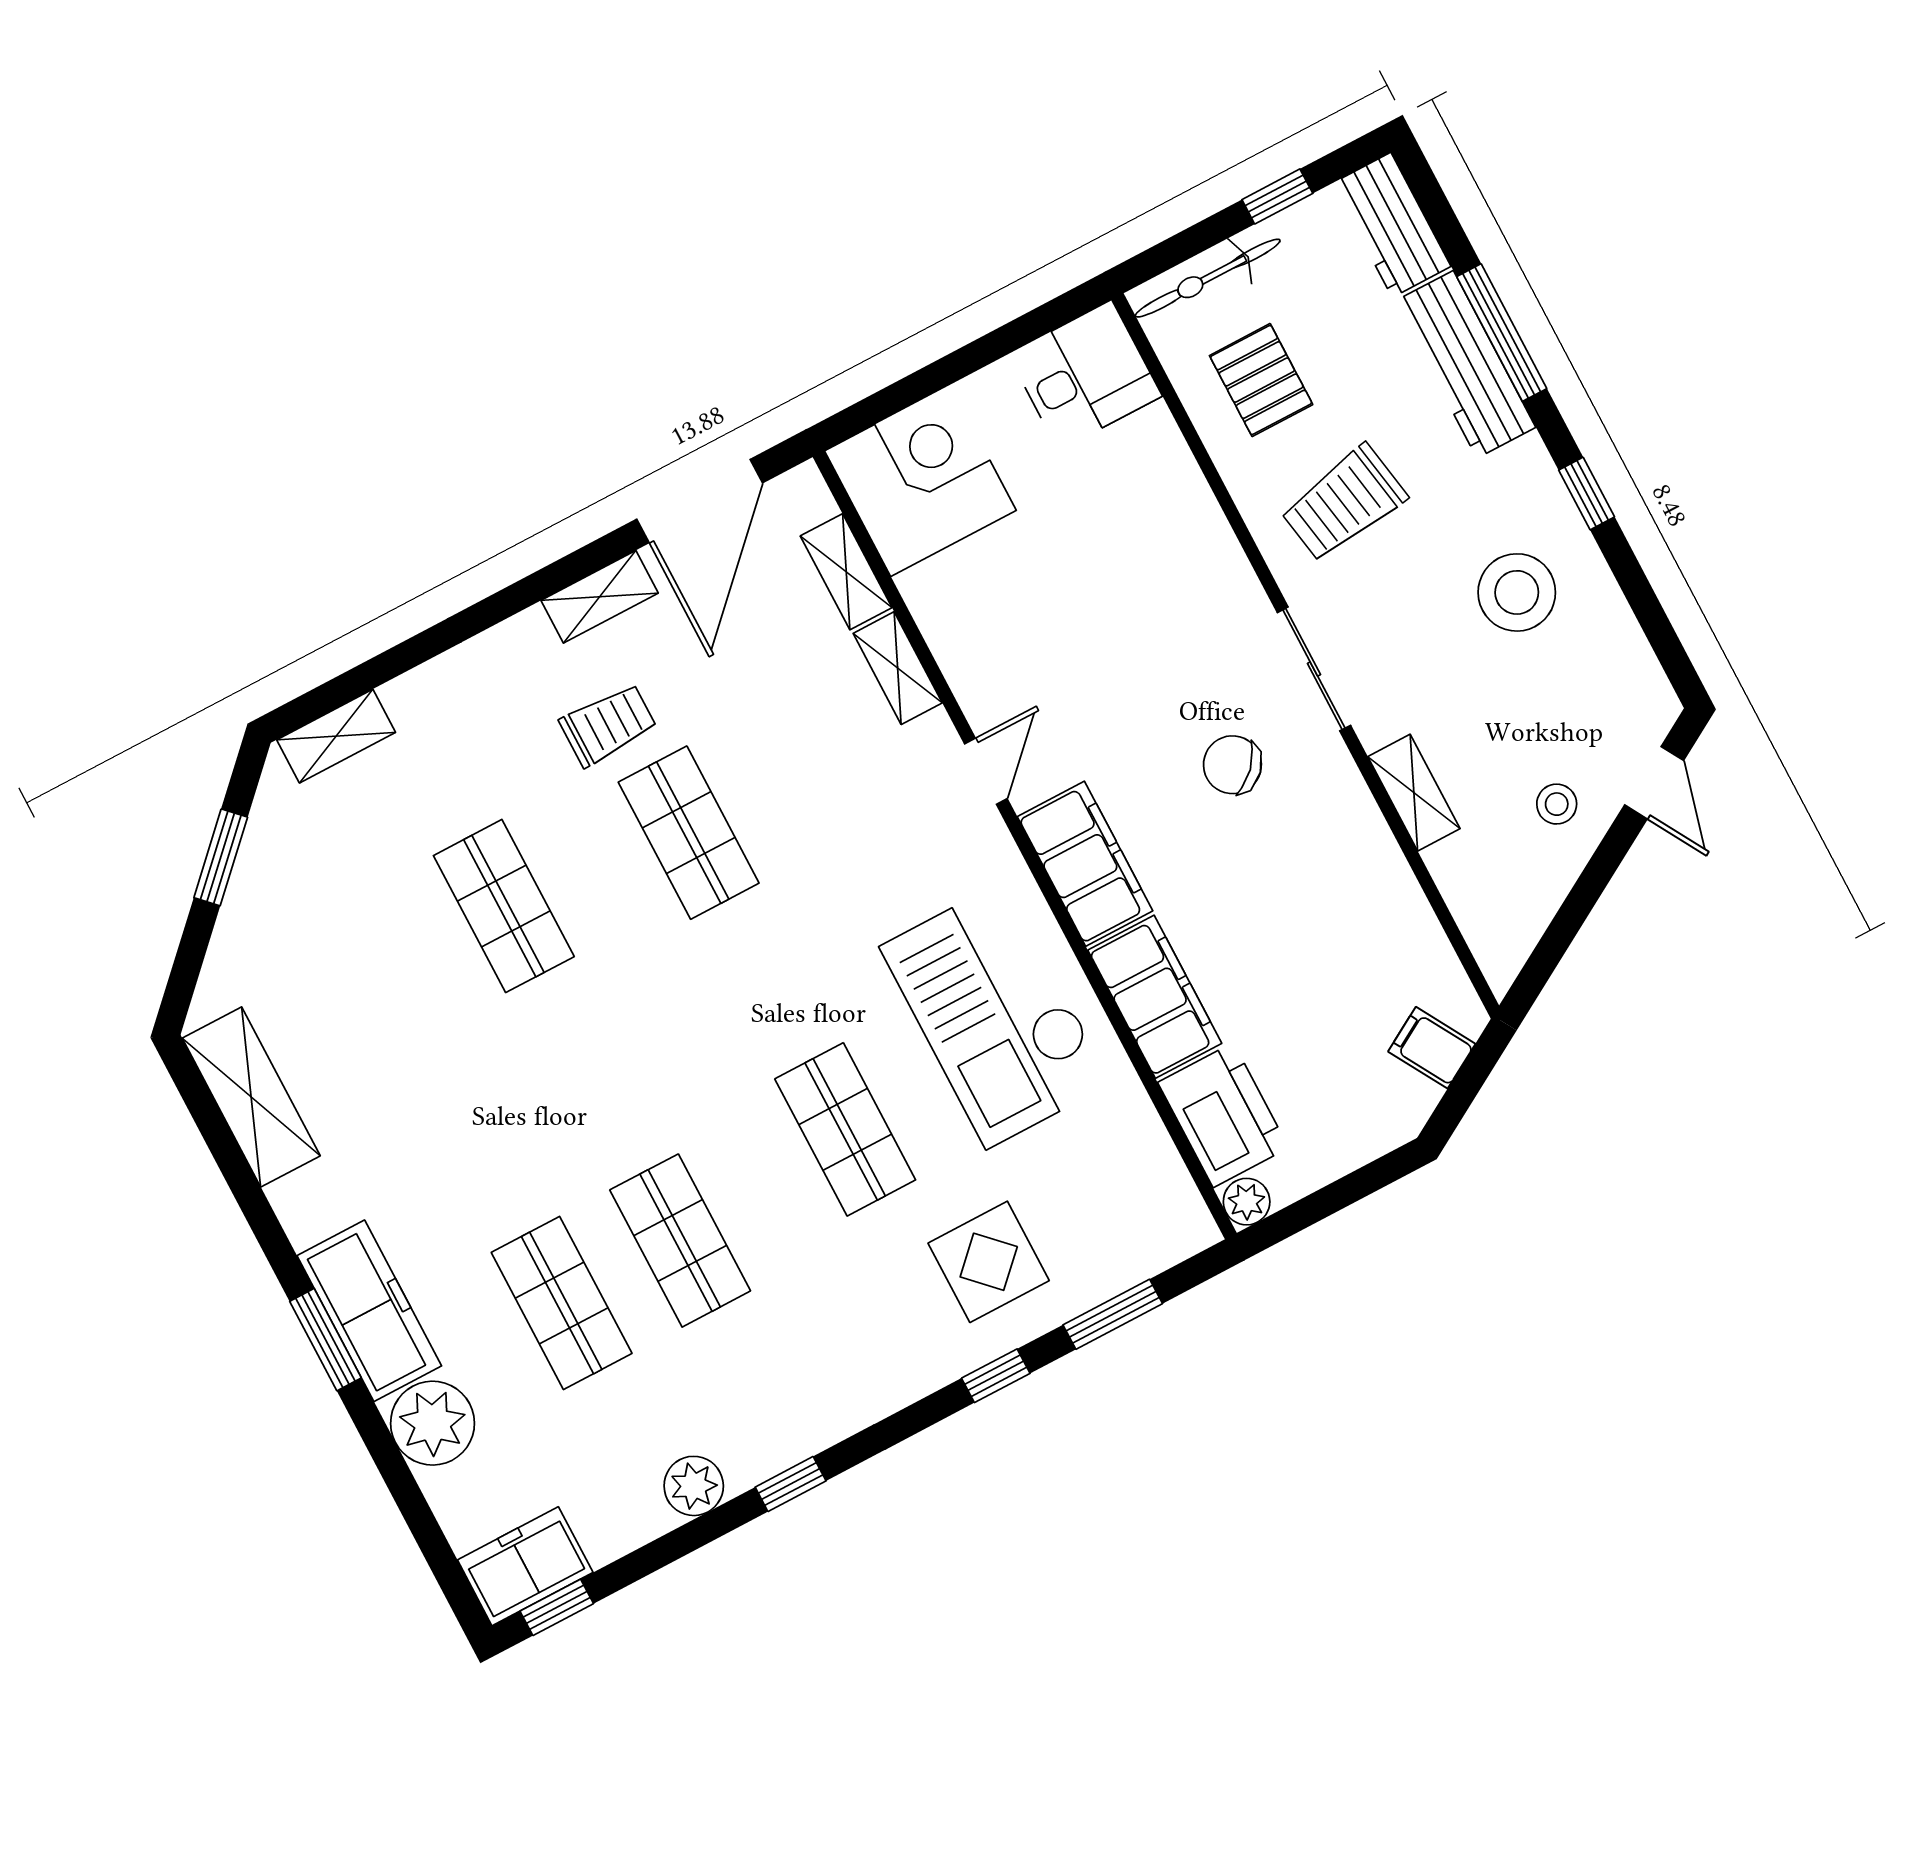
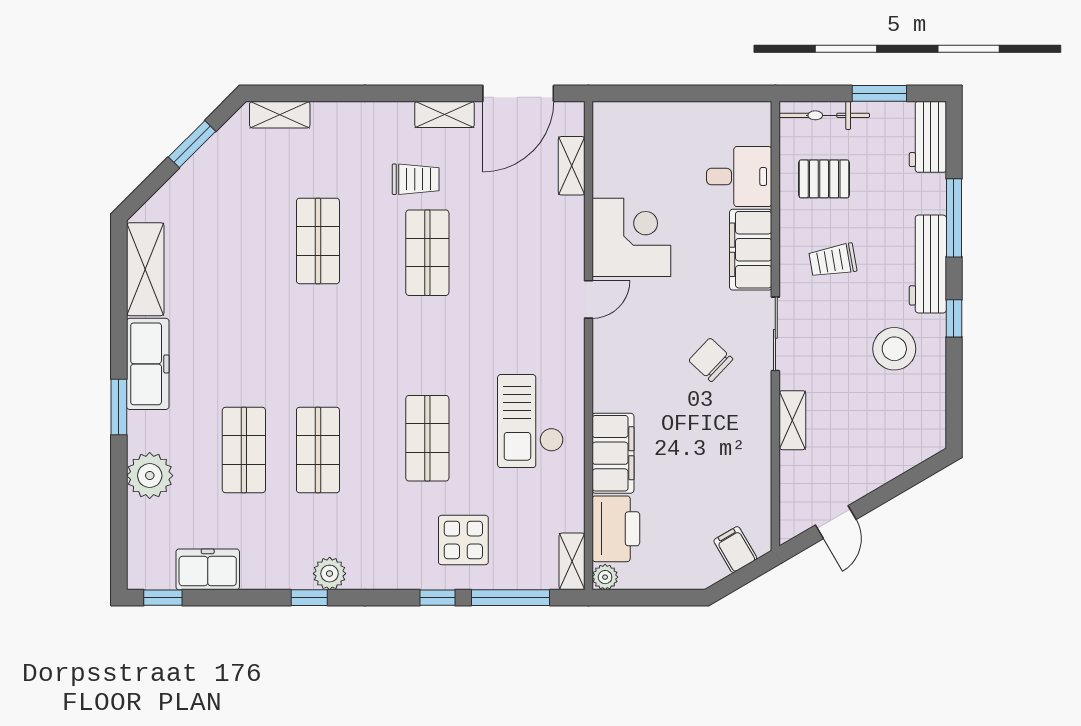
window: (1277, 196) -> (879, 93), width x1.50
workbench: (1465, 364) -> (928, 264), moved
desk: (1085, 375) -> (739, 177), moved
pallet: (1261, 380) -> (824, 179), turned 90
corner desk: (920, 481) -> (631, 237), moved
trolley: (1344, 503) -> (833, 261), width x0.73, depth x0.72
shelving: (898, 668) -> (572, 561), moved
door: (1654, 783) -> (836, 522), moved
stool: (1557, 804) -> (859, 463), removed
filing cabinet: (1085, 864) -> (751, 250), moved, turned 180
checkout: (996, 1015) -> (531, 421), width x0.73, depth x0.83
freezer: (369, 1311) -> (148, 364), moved
window: (1113, 1314) -> (511, 598), width x1.44
plant: (694, 1486) -> (330, 574), moved
freezer: (525, 1566) -> (208, 569), moved

